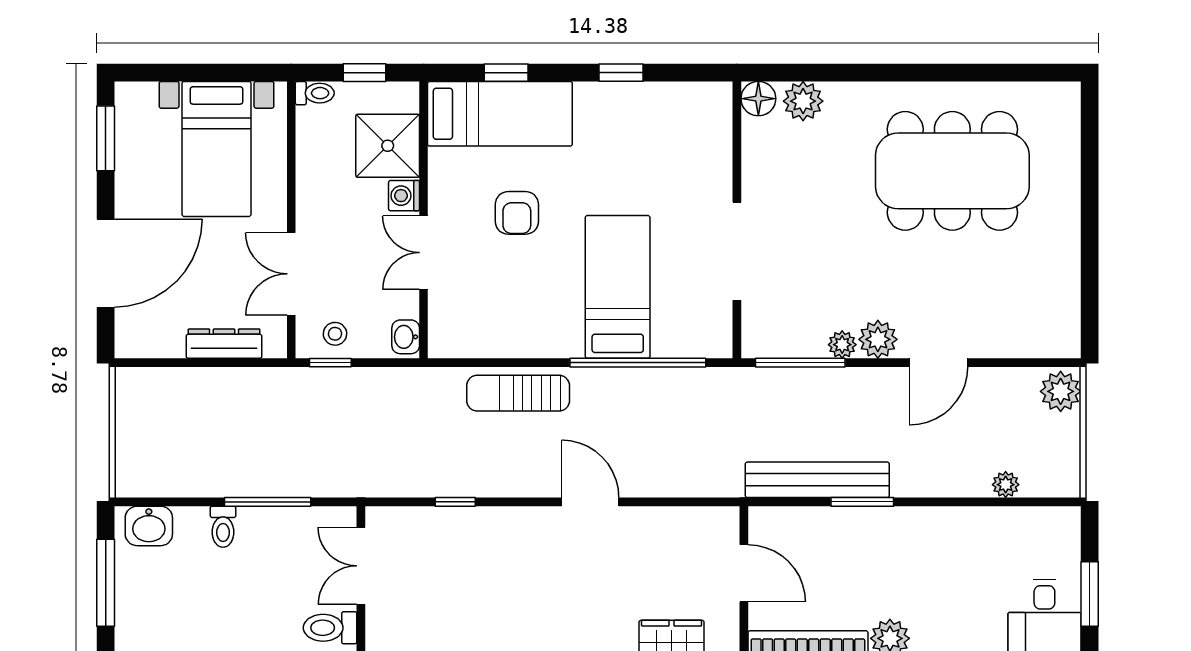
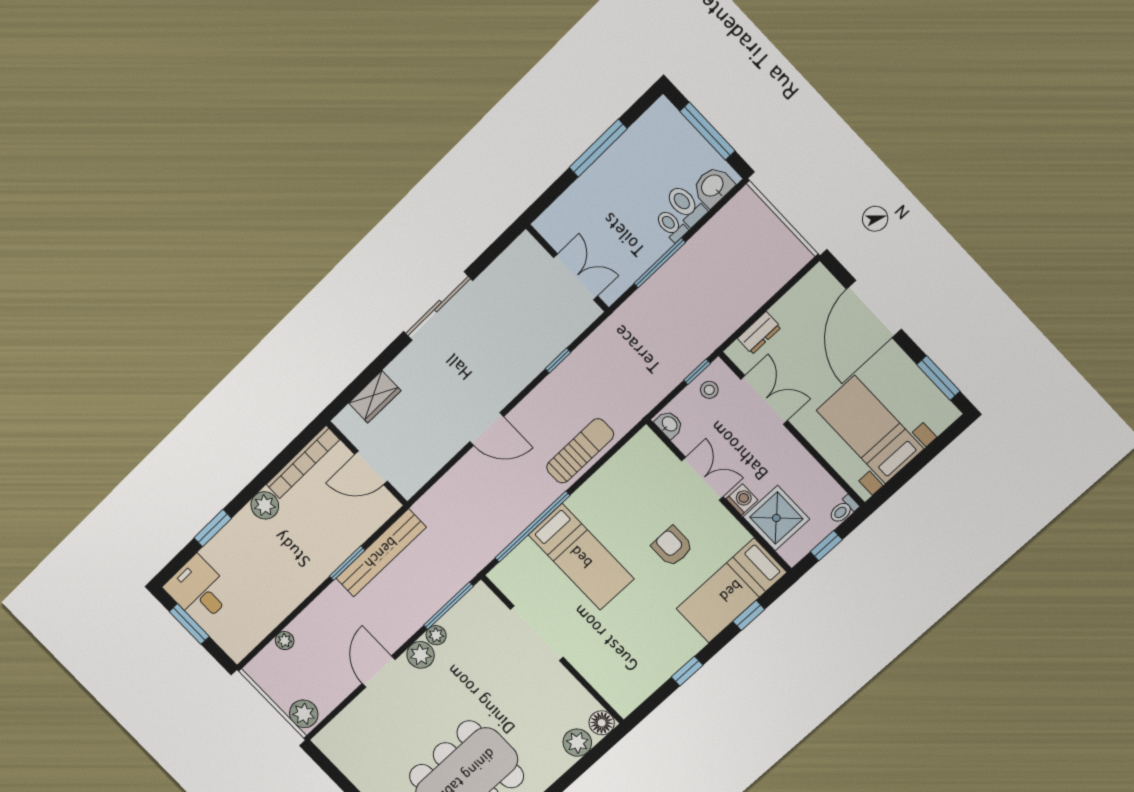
dresser: (224, 344) -> (759, 333), width x0.70
toilet: (330, 628) -> (686, 205), moved, turned -90

